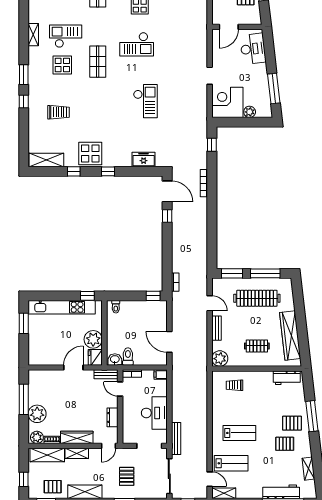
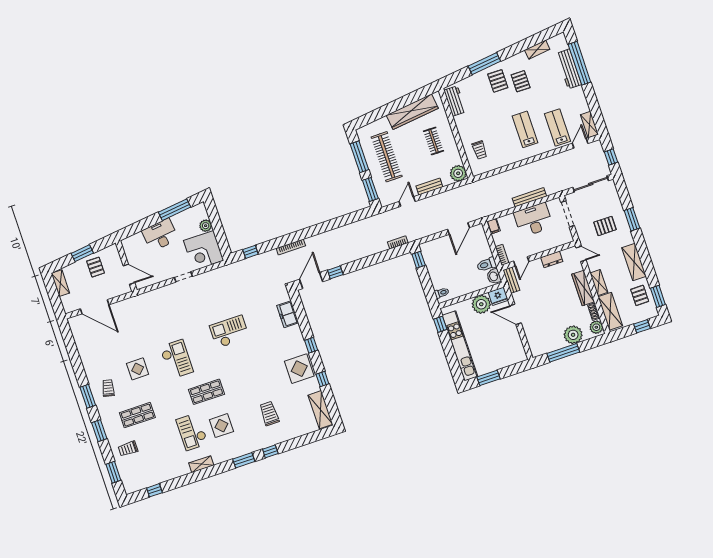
desk: (253, 49) -> (160, 235), moved
bench: (176, 438) -> (529, 197), moved

